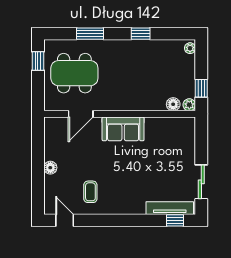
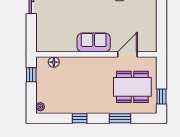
plant: (189, 105) -> (41, 62), removed
floor lamp: (50, 168) -> (152, 12), removed

